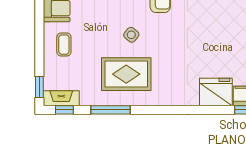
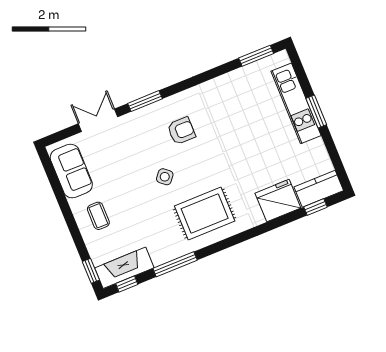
rug: (126, 74) -> (205, 214), moved
fireplace: (61, 98) -> (124, 268), width x1.37, depth x1.32

